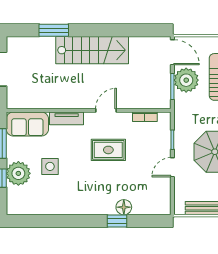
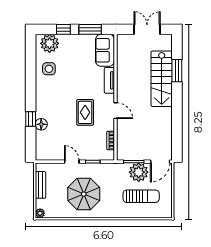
stairs: (92, 50) -> (162, 79), moved
side table: (50, 166) -> (49, 69), moved
plant: (18, 173) -> (50, 43), moved

